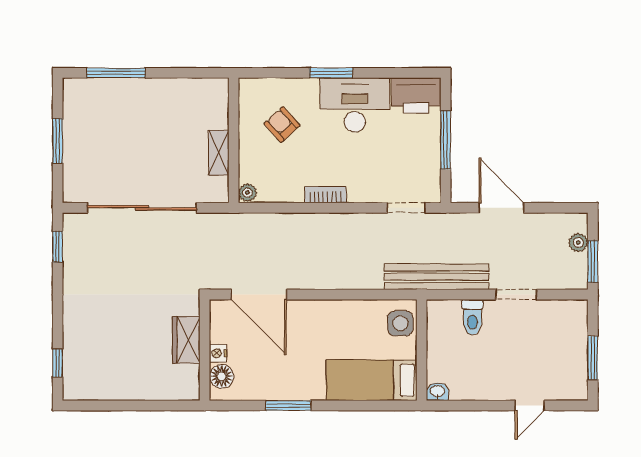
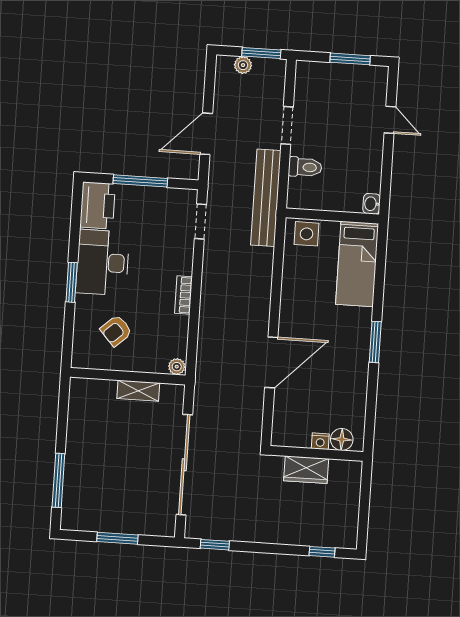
wardrobe: (186, 340) -> (306, 470), moved
wall: (205, 350) -> (317, 453), moved
nightstand: (218, 353) -> (320, 441), moved
floor lamp: (222, 376) -> (342, 439), moved

